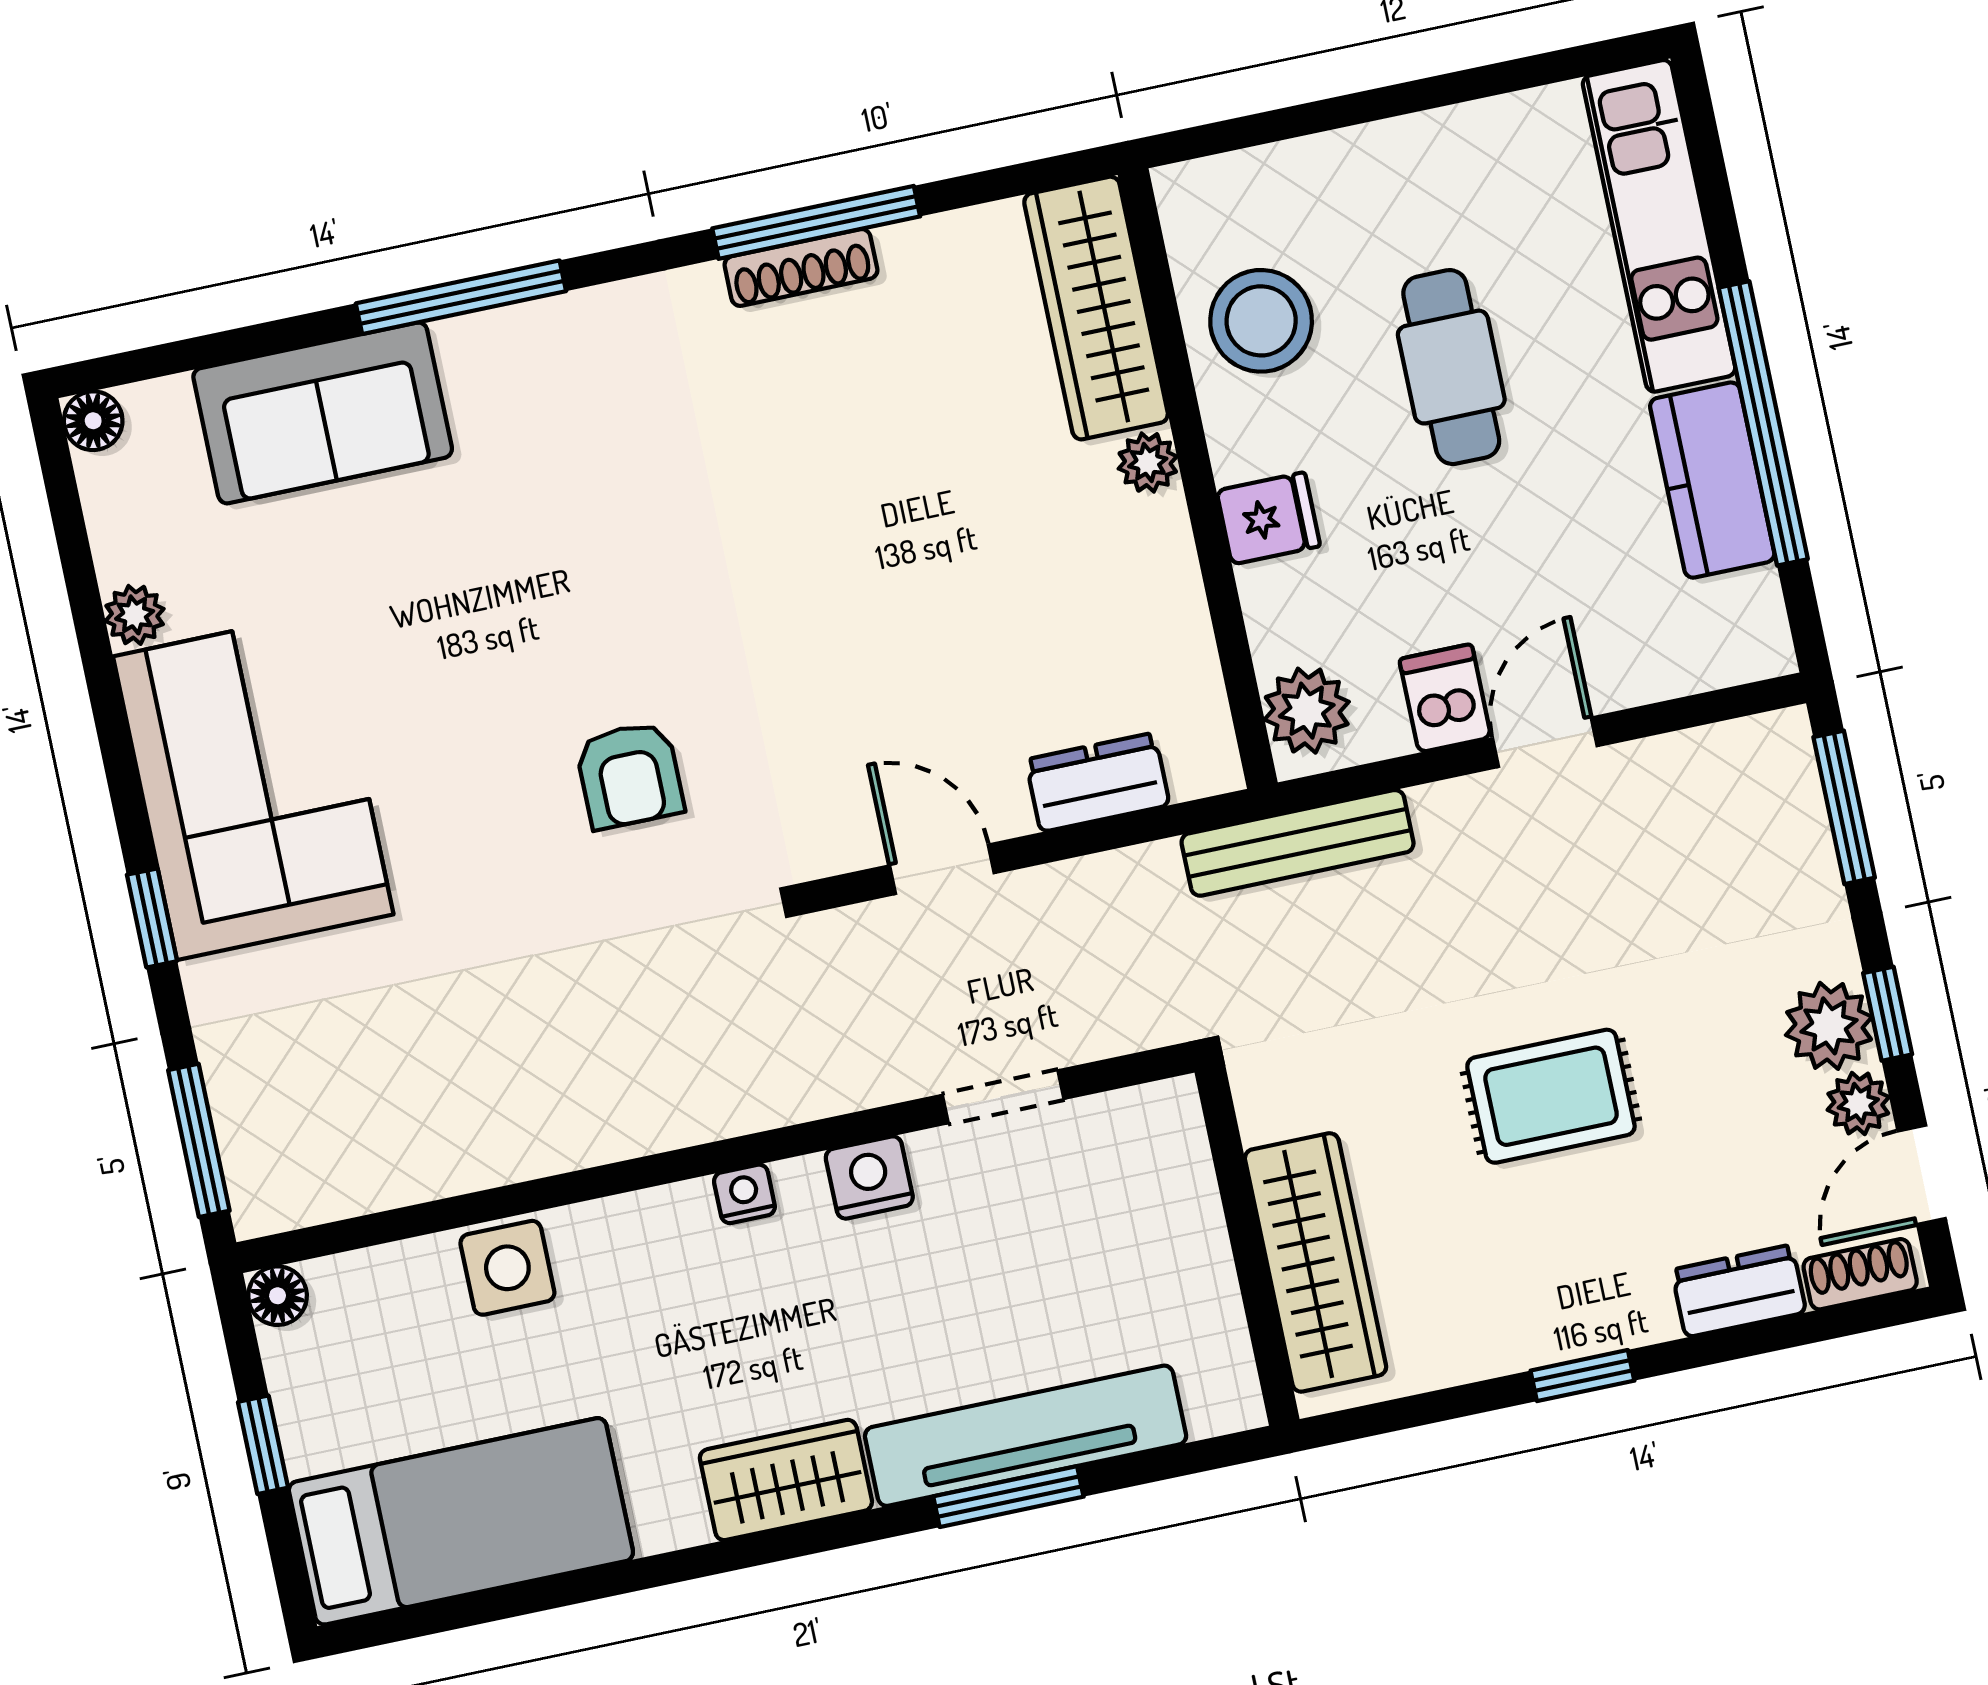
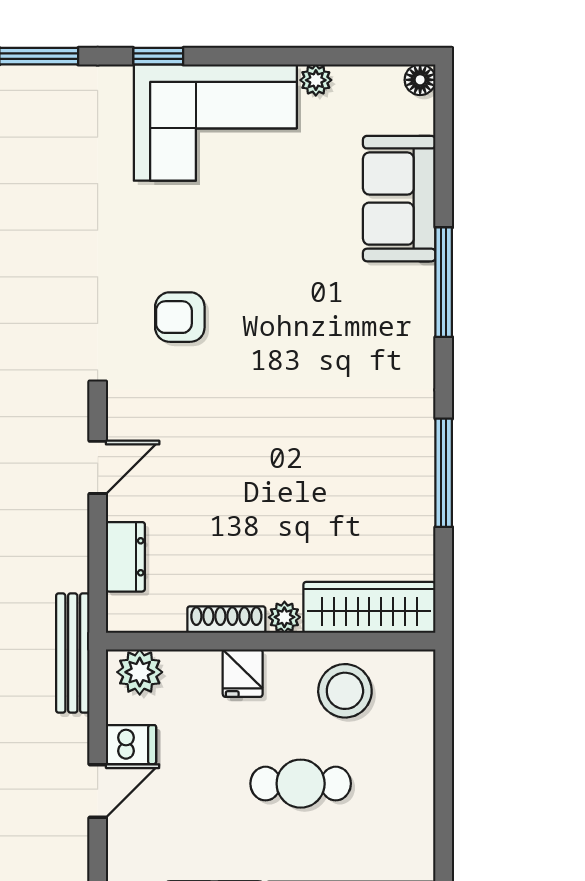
shoe rack: (801, 268) -> (226, 620), moved, turned 90
door: (1545, 742) -> (98, 791), hinge flipped

